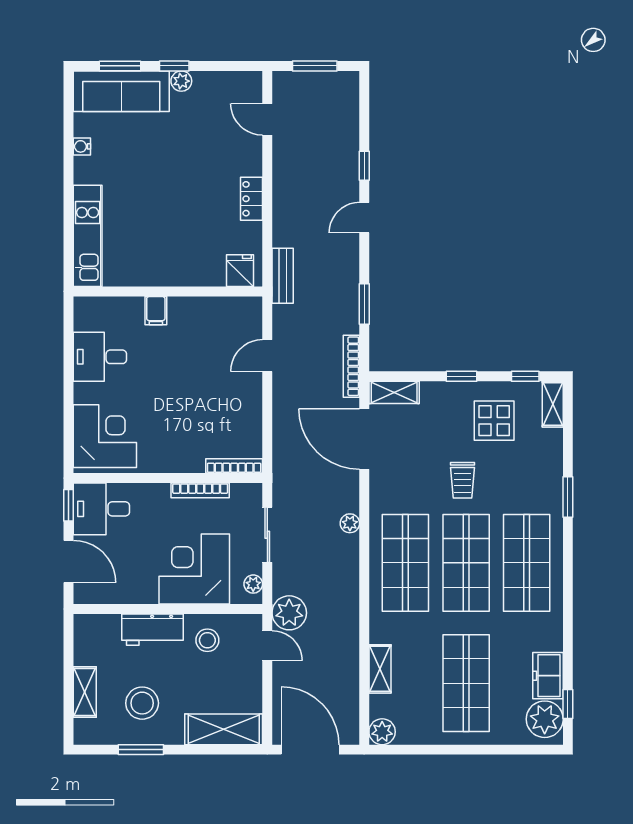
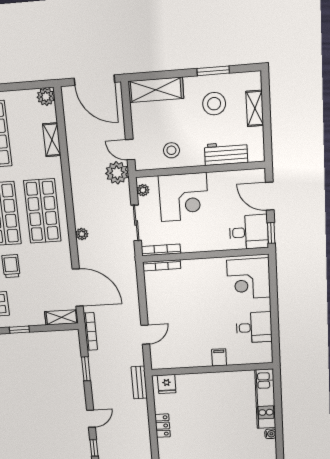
water cooler: (82, 146) -> (271, 434), moved
bookcase: (200, 490) -> (161, 250), moved
workbench: (152, 630) -> (226, 154), moved

